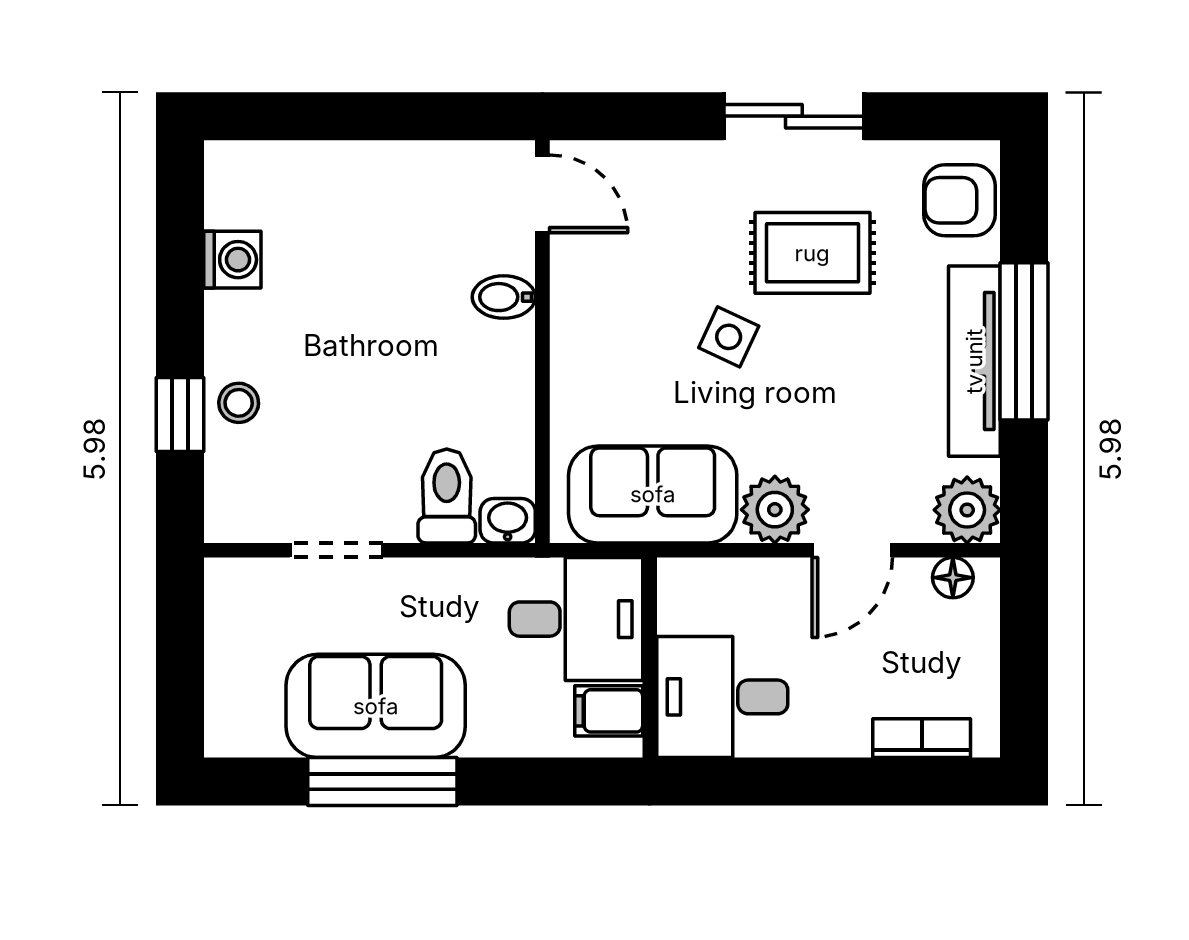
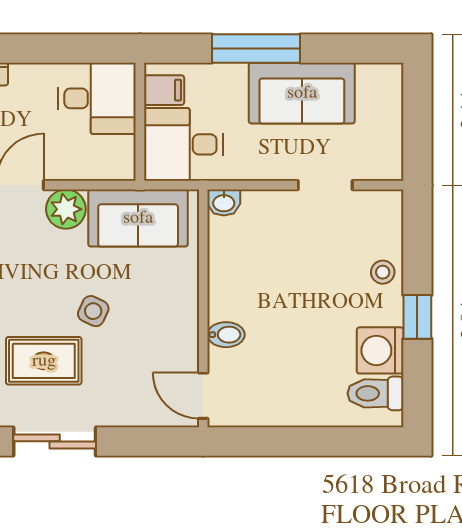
washing machine: (232, 260) -> (380, 350), width x1.38, depth x1.38
window: (180, 415) -> (417, 317), moved
toilet: (447, 496) -> (375, 393), moved, turned 90
window: (382, 781) -> (256, 48), moved

